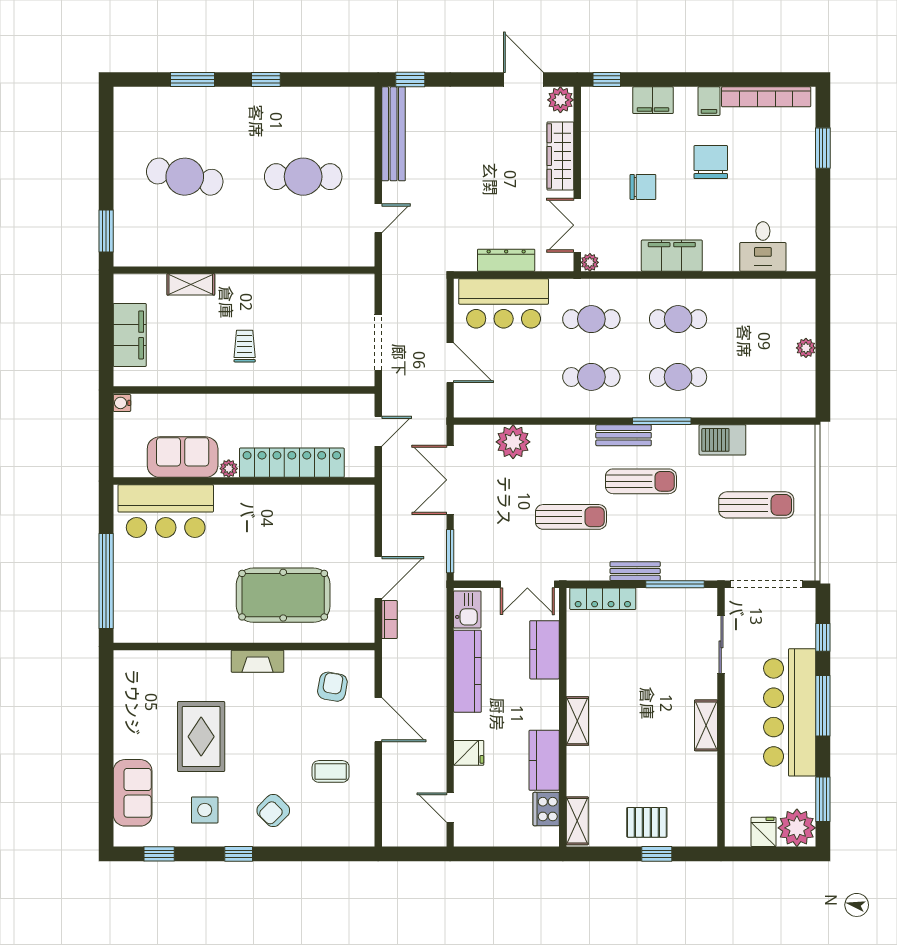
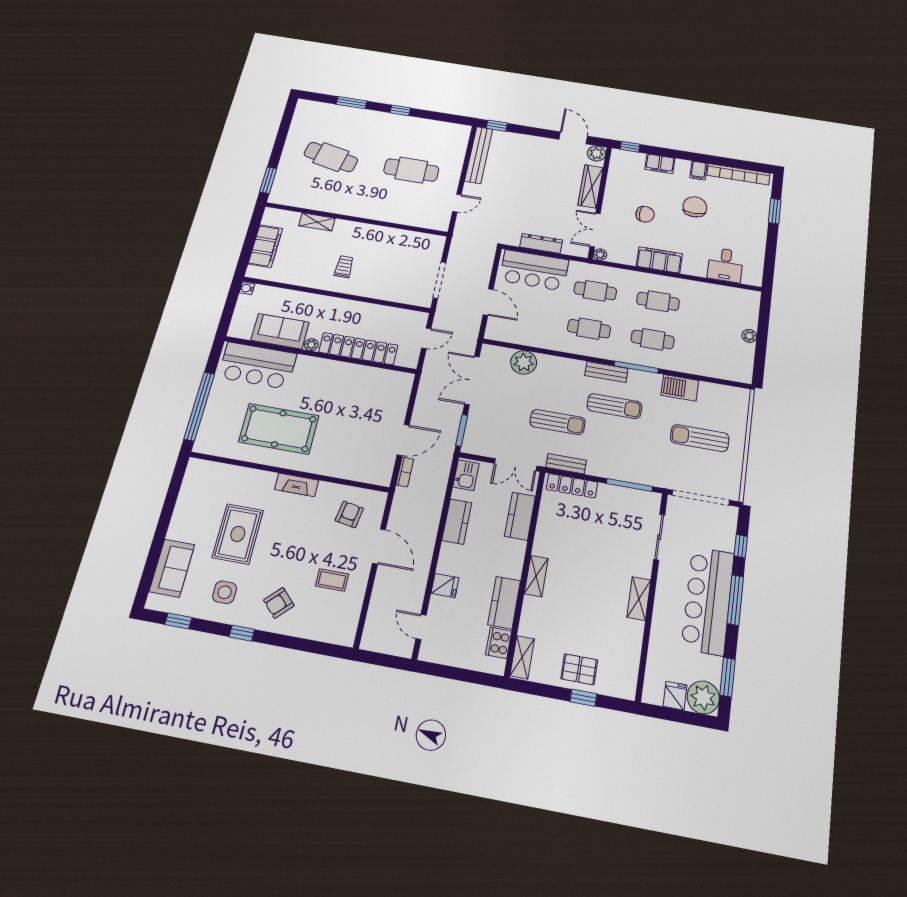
sun lounger: (756, 505) -> (700, 438), turned 180
bench: (635, 571) -> (566, 464), moved
pool table: (283, 595) -> (279, 429), moved
kitchen counter: (467, 671) -> (457, 522), width x0.67

